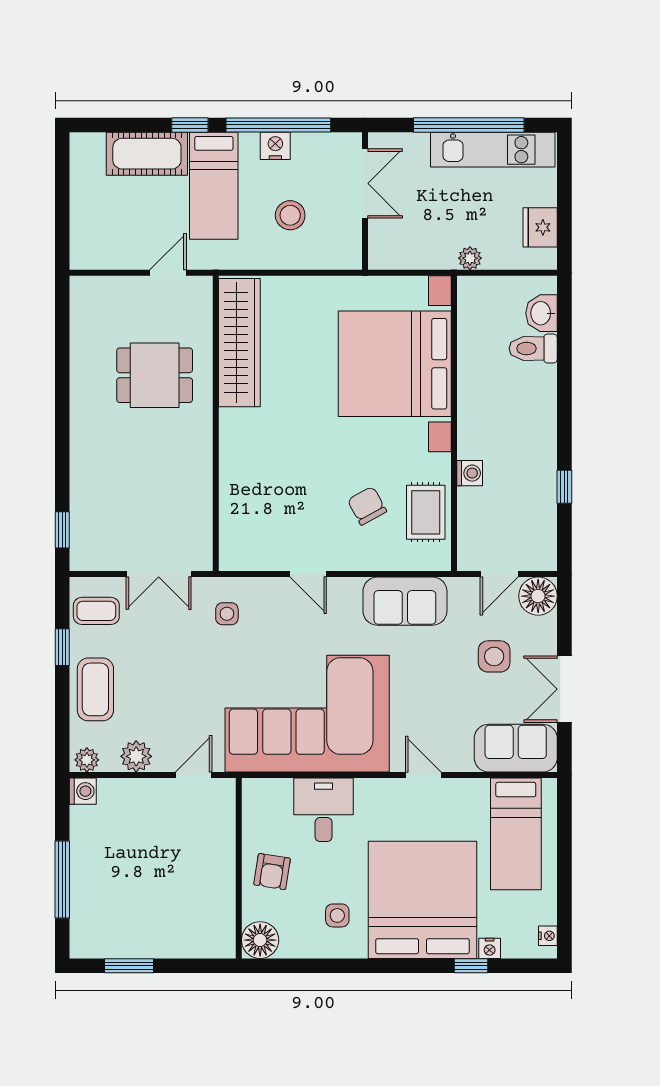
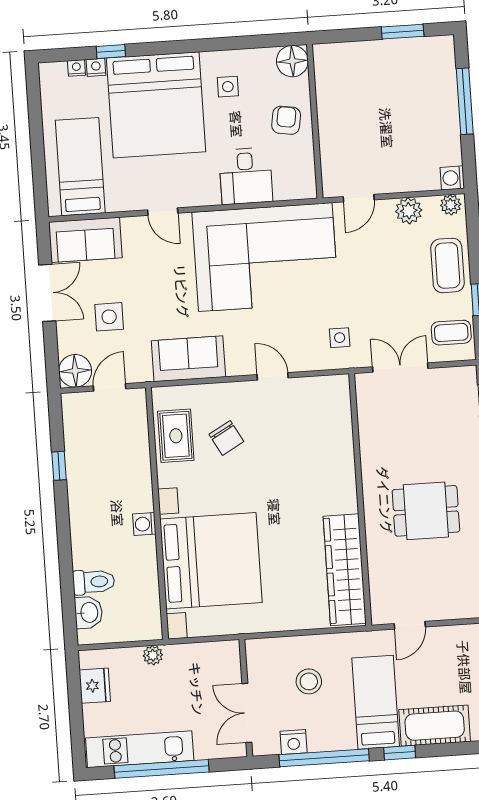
nightstand: (275, 146) -> (294, 742), moved
dining table: (155, 375) -> (426, 511), moved
washing machine: (470, 473) -> (144, 524), moved
nightstand: (548, 936) -> (76, 68), moved, turned 90

